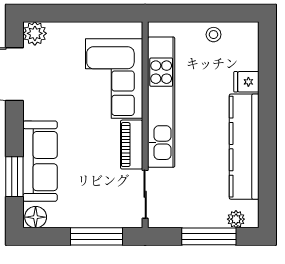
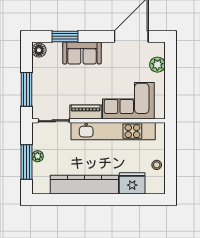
plant: (35, 33) -> (157, 65), moved
fridge: (246, 82) -> (132, 183), width x1.88, depth x1.34
sofa: (40, 161) -> (82, 53), width x0.73
plant: (236, 219) -> (38, 156), moved

